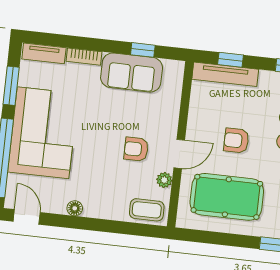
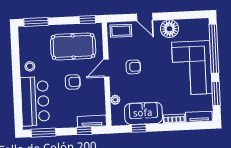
tv unit: (225, 74) -> (92, 121), width x0.71
plant: (164, 180) -> (115, 100), moved
floor lamp: (75, 208) -> (170, 29), width x1.89, depth x1.89
door: (27, 217) -> (145, 17), moved
window: (197, 236) -> (87, 20), added

